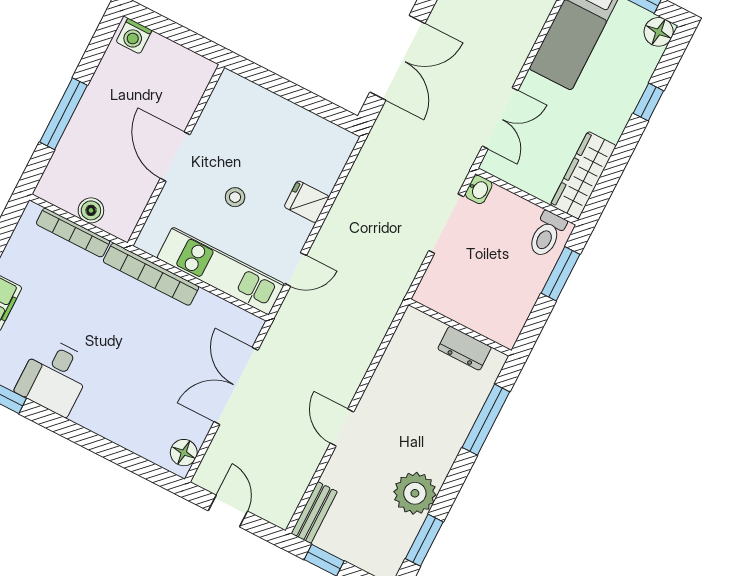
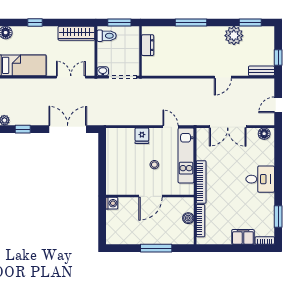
washing machine: (134, 36) -> (112, 203), moved
wall: (460, 328) -> (141, 51), moved
dresser: (465, 348) -> (148, 45), moved
desk: (55, 376) -> (260, 179), moved

